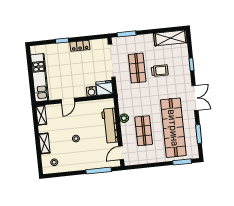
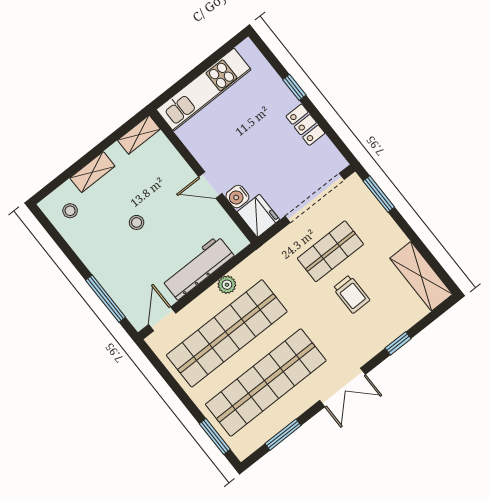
door: (68, 101) -> (210, 185), moved
shop shelf: (144, 131) -> (227, 333), width x2.00, depth x1.36
door: (121, 153) -> (162, 319), hinge flipped

